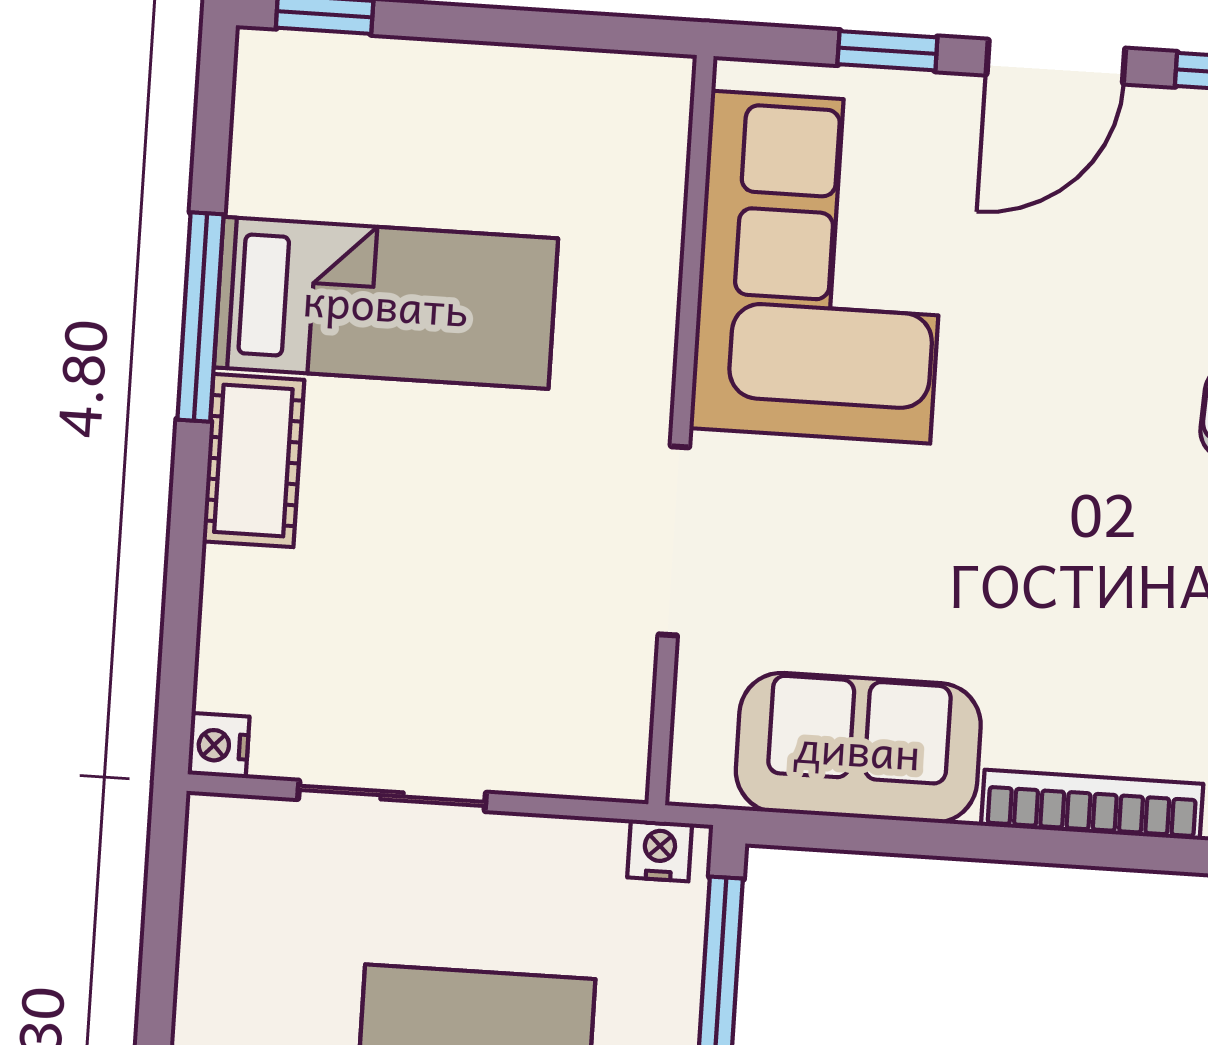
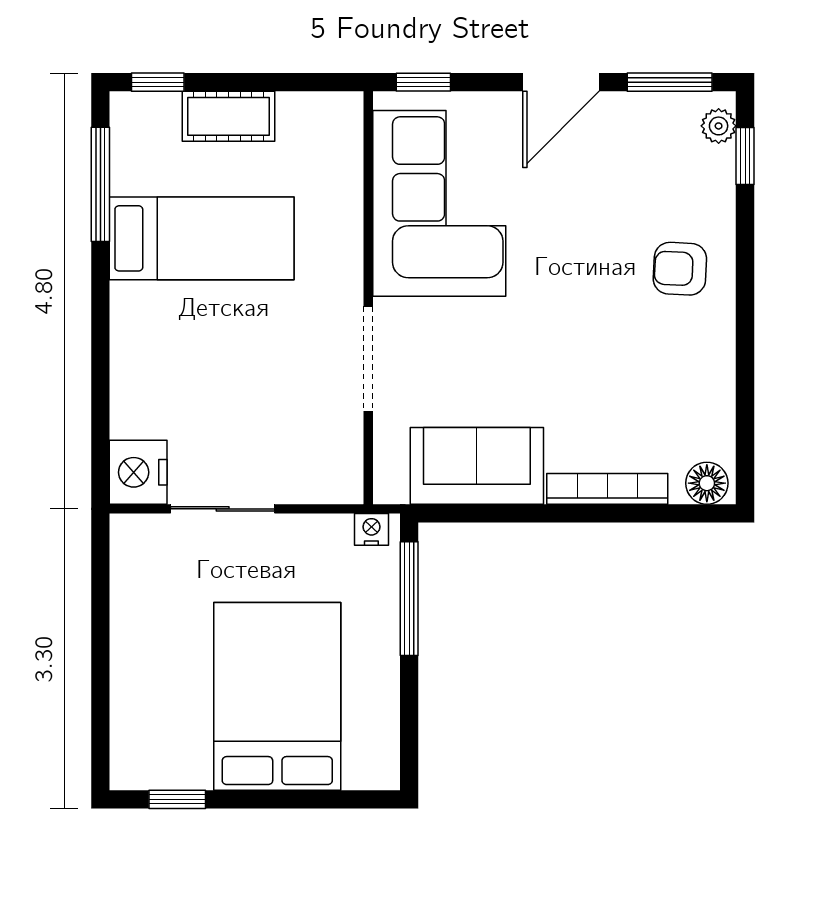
window: (887, 51) -> (423, 82), moved
window: (200, 317) -> (100, 184), moved
cot: (253, 461) -> (229, 116), moved, turned 90
nightstand: (219, 745) -> (138, 472), width x1.89, depth x1.79

